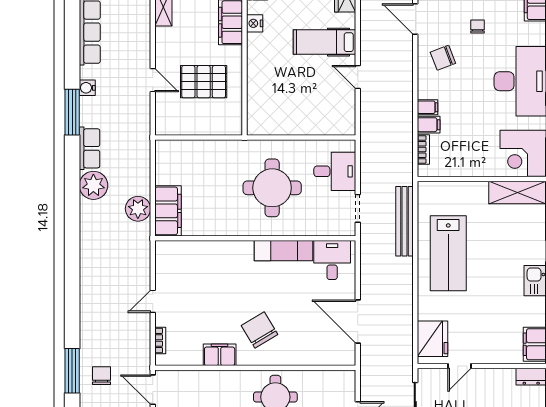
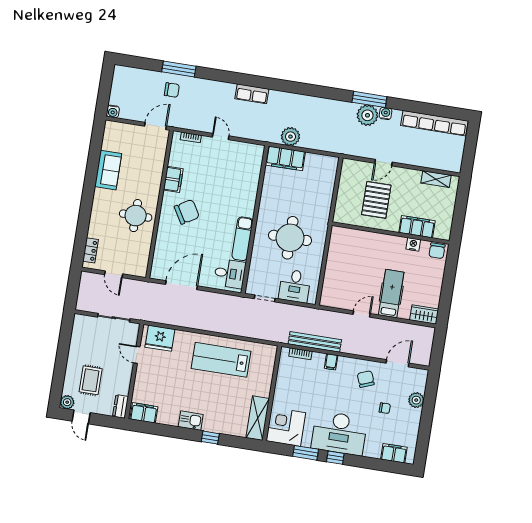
filing cabinet: (429, 125) -> (318, 361), removed
row of seats: (90, 148) -> (252, 94), moved
plant: (93, 185) -> (367, 115), moved
bench: (404, 221) -> (315, 342), moved

